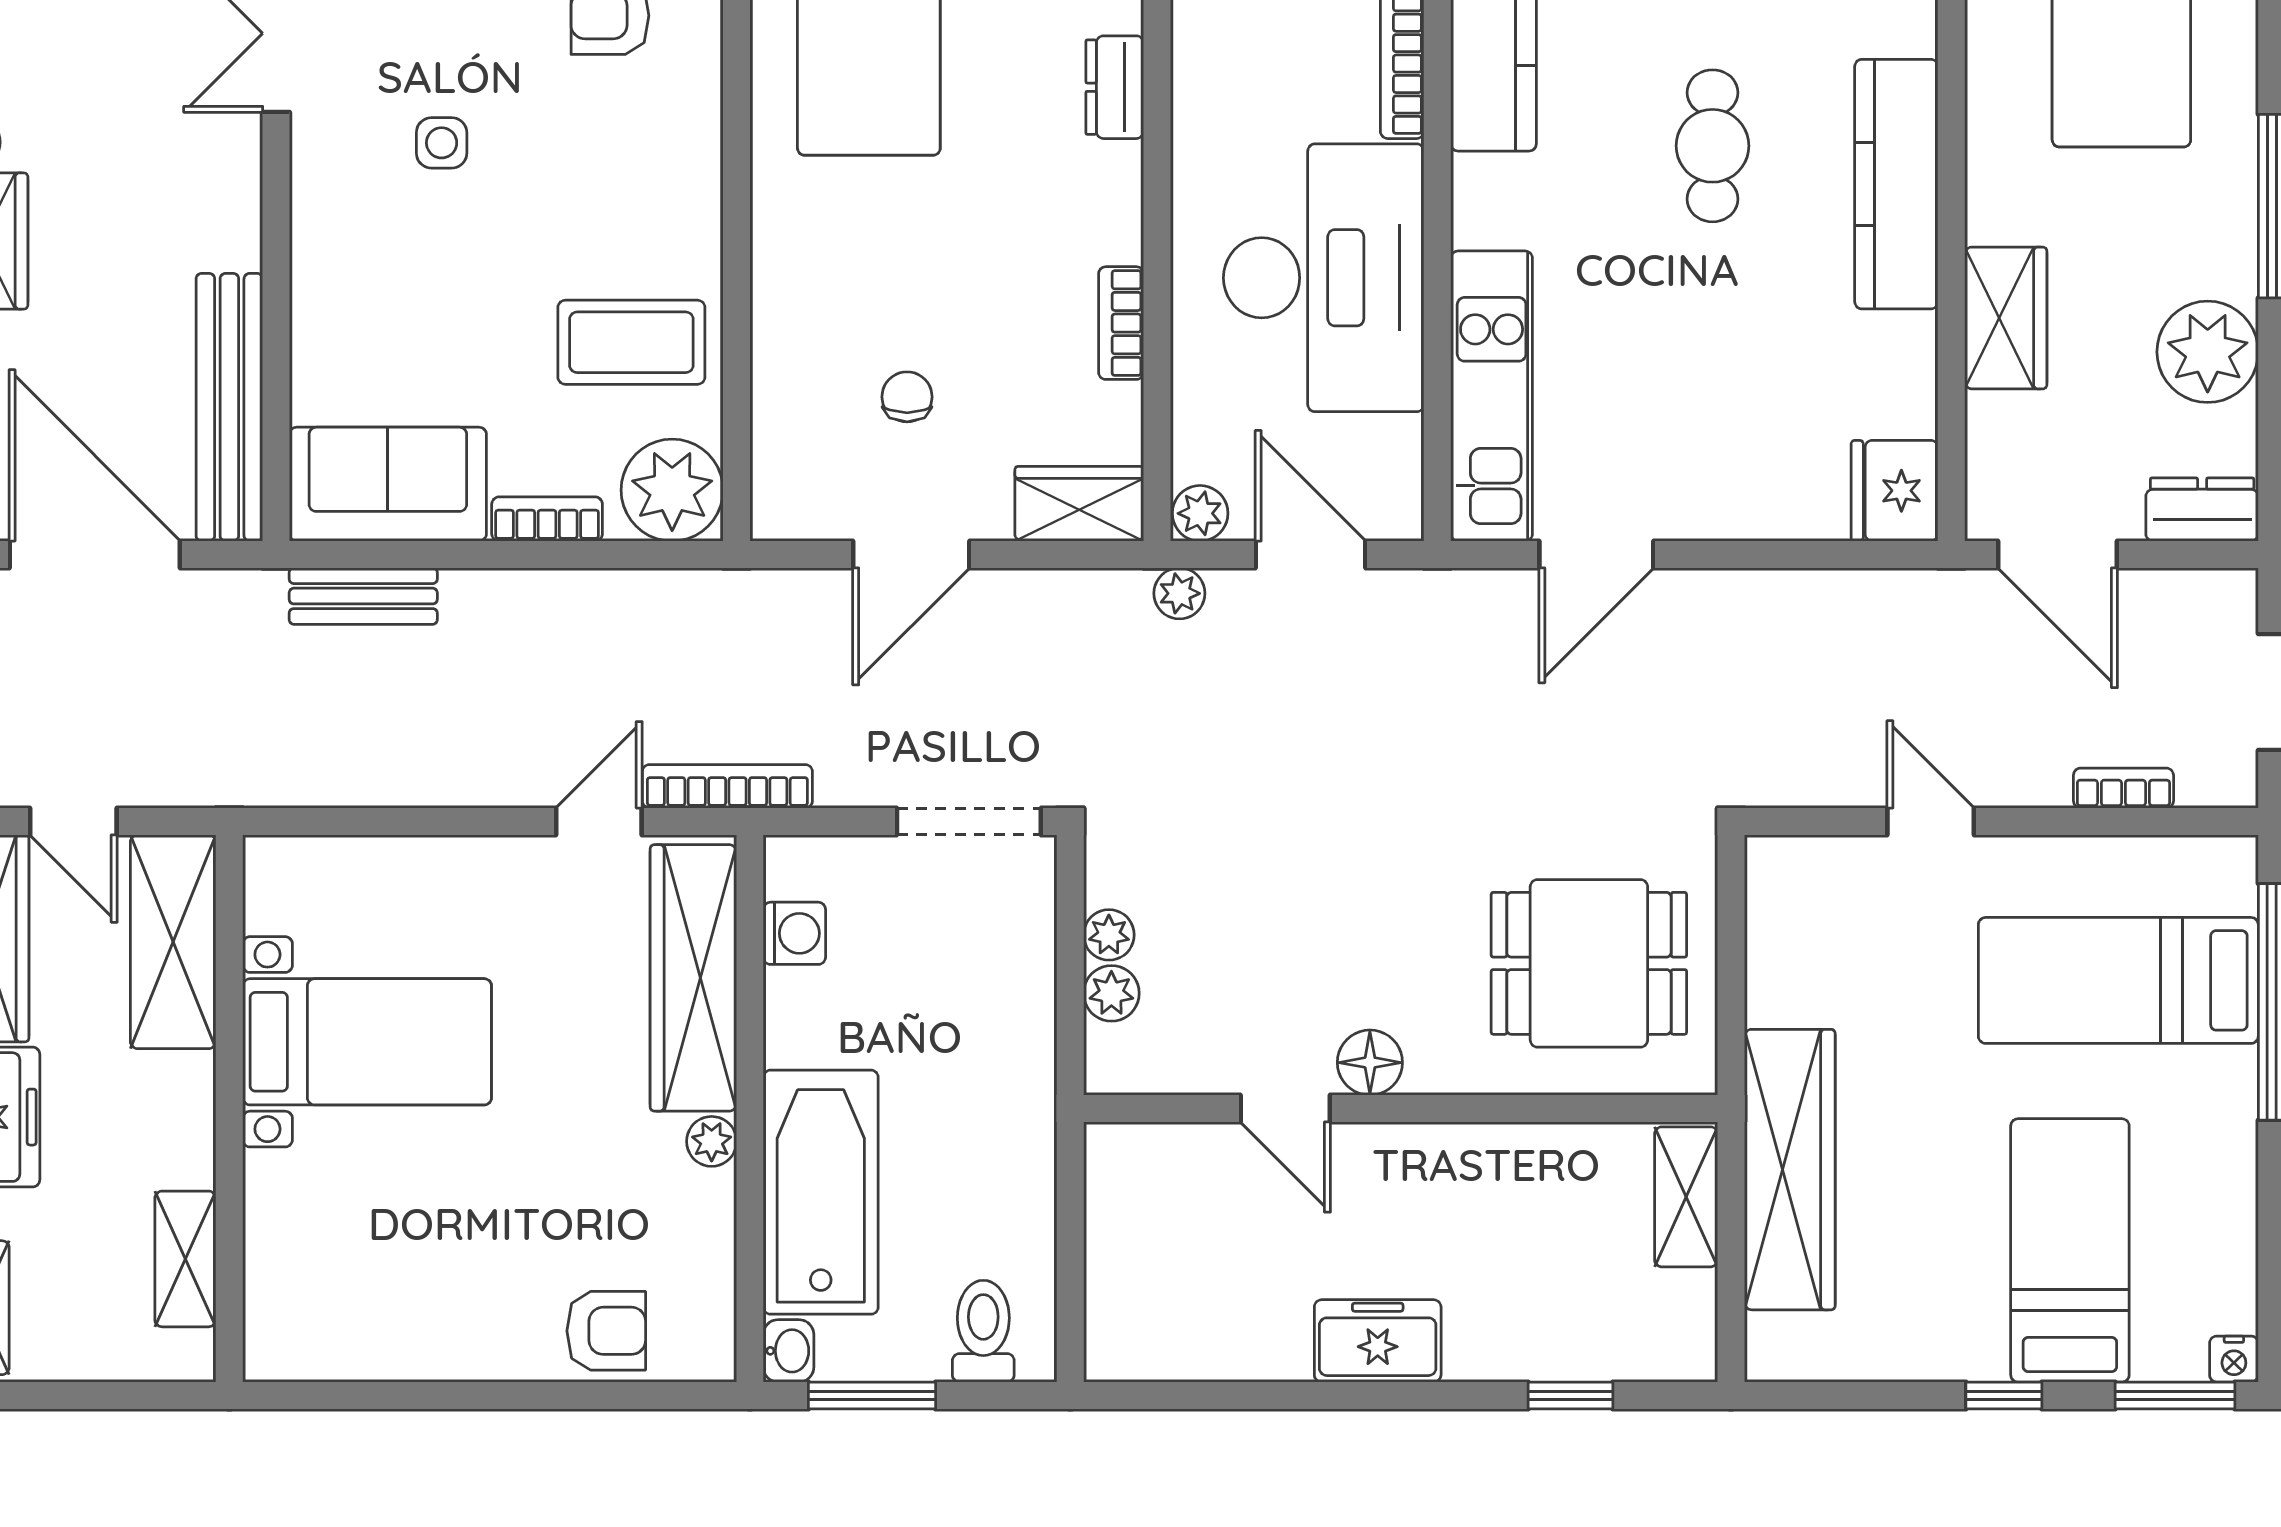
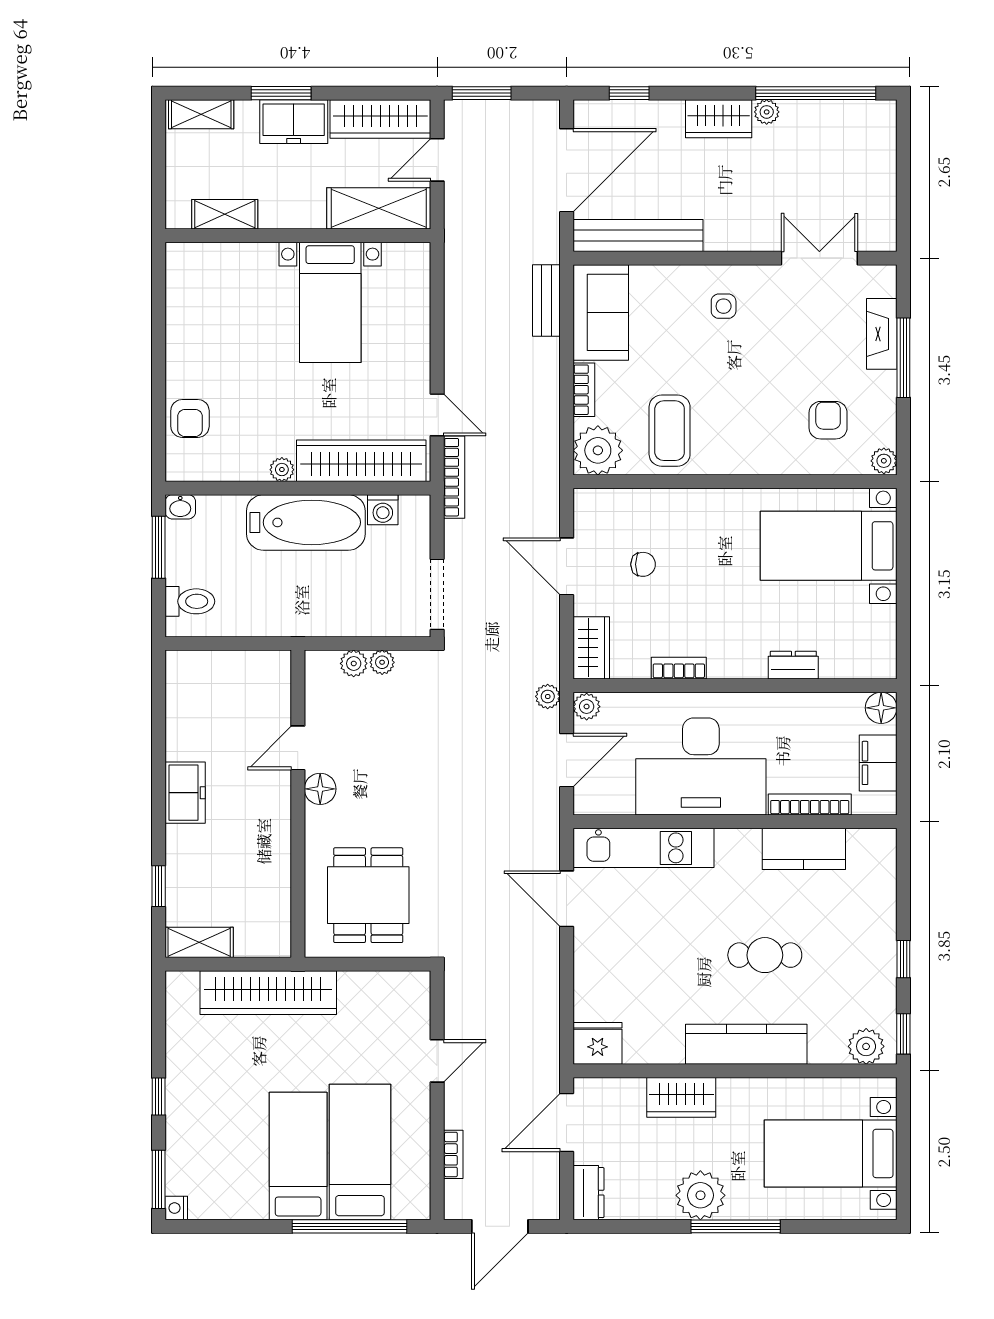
side table: (442, 143) -> (724, 306), moved
plant: (2208, 352) -> (700, 1195), moved
bathtub: (821, 1192) -> (306, 522), moved
shelving: (1686, 1197) -> (199, 942), moved
bed: (2070, 1250) -> (298, 1156), moved, turned -90

